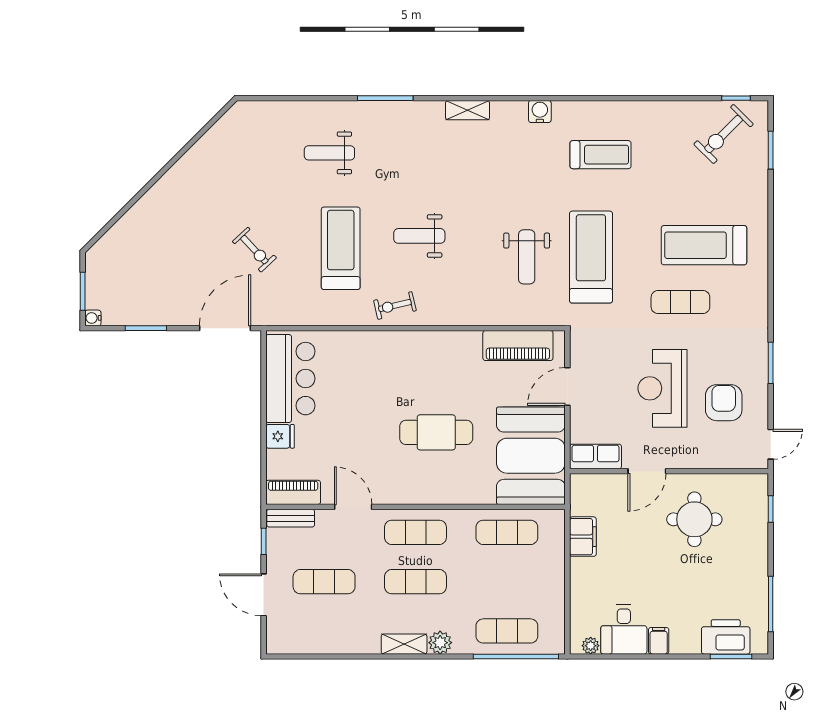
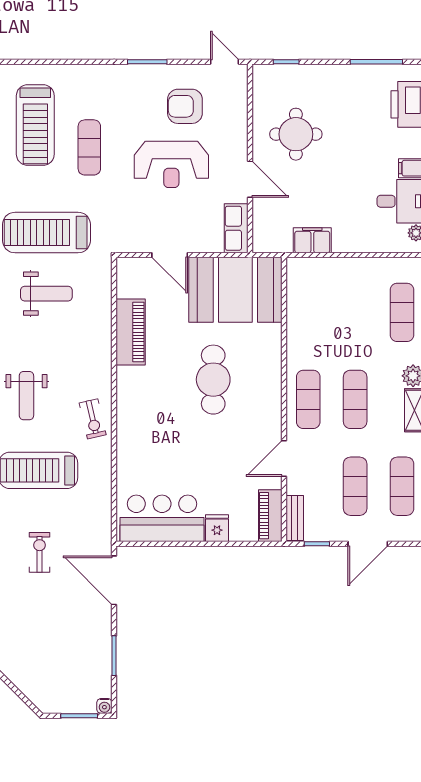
exercise bike: (254, 250) -> (40, 552), turned -47
piano: (518, 346) -> (131, 332), moved
exercise mat: (507, 532) -> (402, 486), moved

